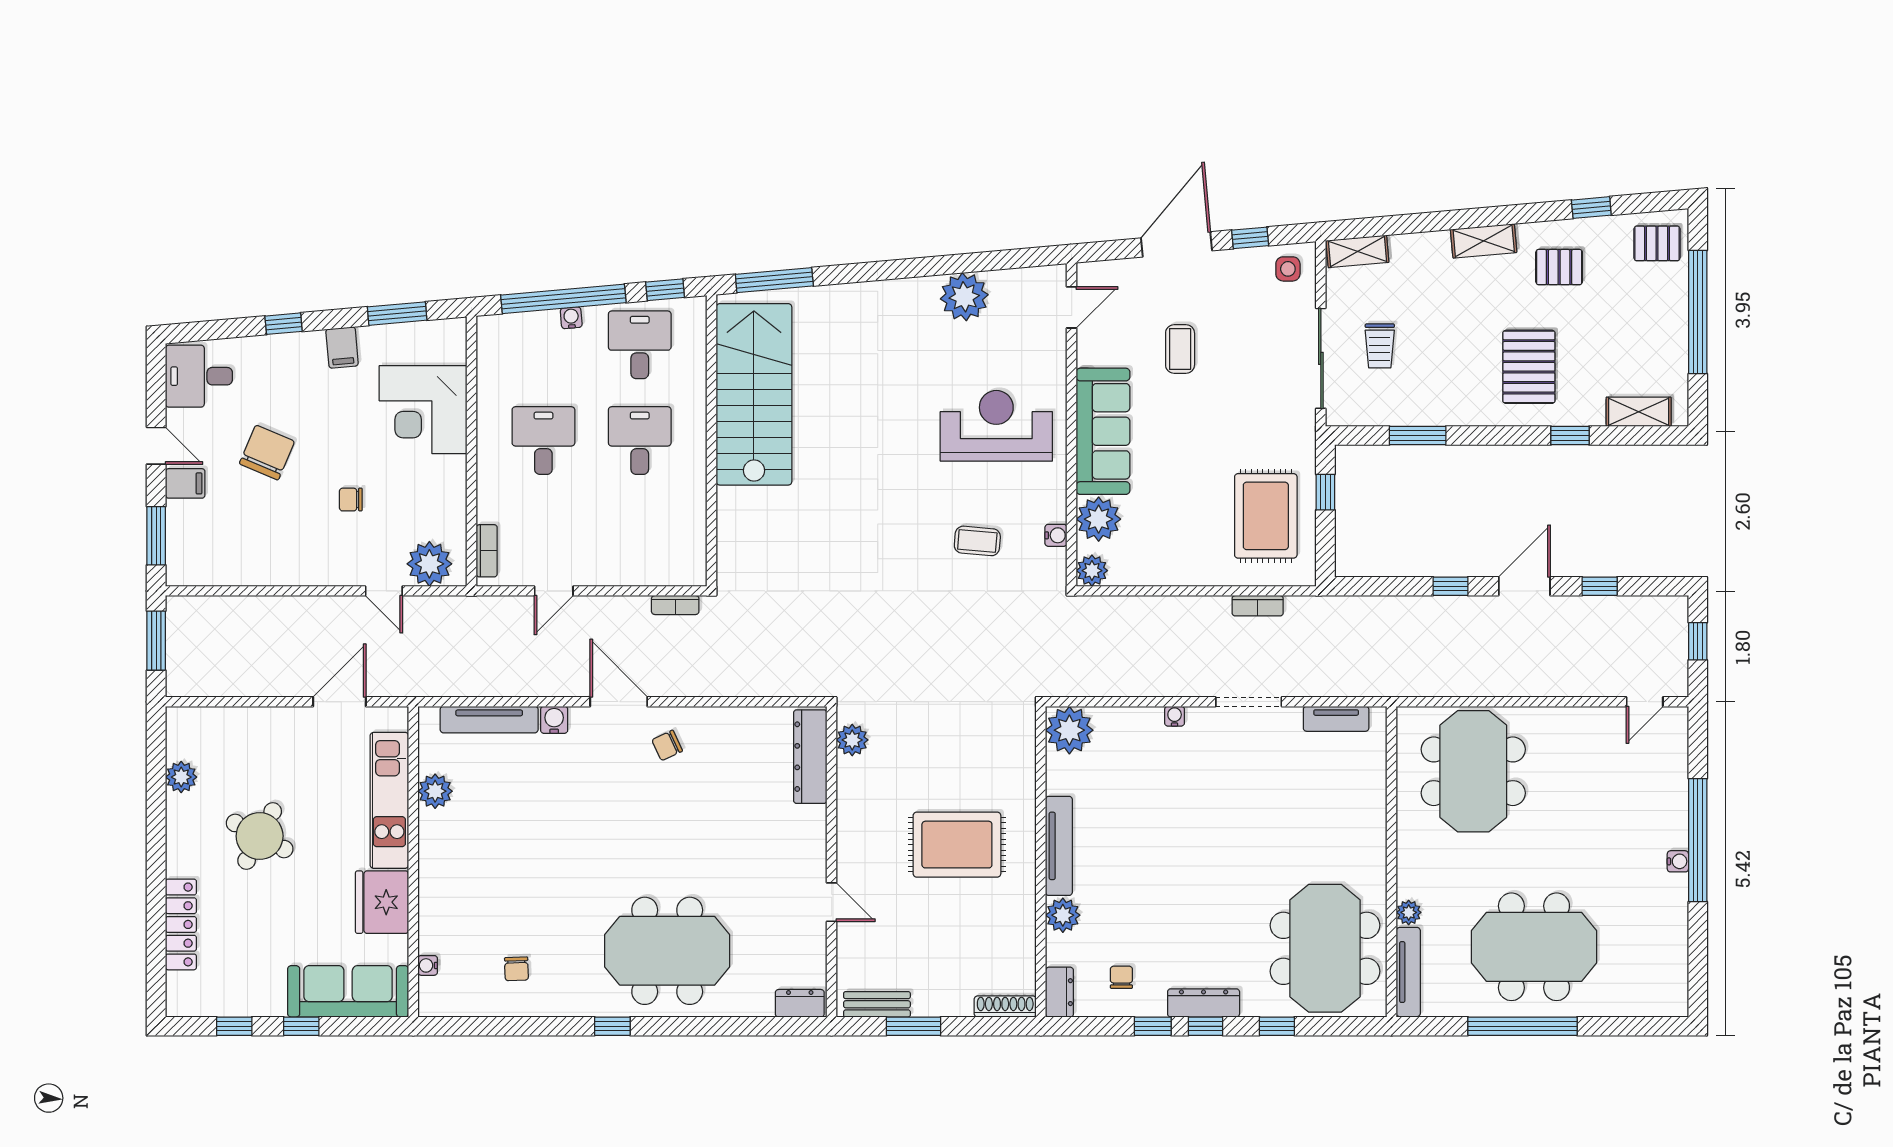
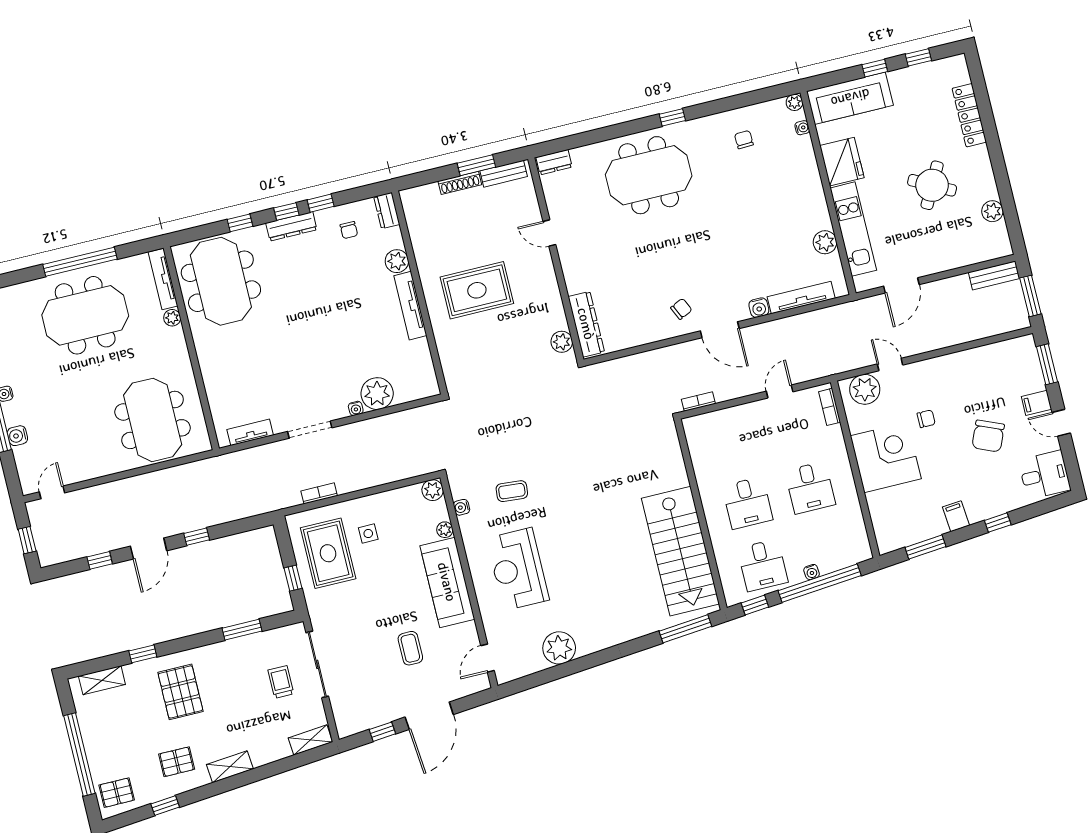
side table: (1288, 269) -> (368, 534), moved
corner desk: (423, 410) -> (886, 457), moved
reception desk: (996, 426) -> (518, 569), turned 90
plant: (1099, 519) -> (445, 530), width x0.53, depth x0.53
bench: (202, 683) -> (994, 275), added
plant: (1069, 730) -> (377, 394), moved
water cooler: (1675, 796) -> (17, 436), added
plant: (430, 1005) -> (794, 102), added
shoe rack: (1005, 1006) -> (460, 183), moved

